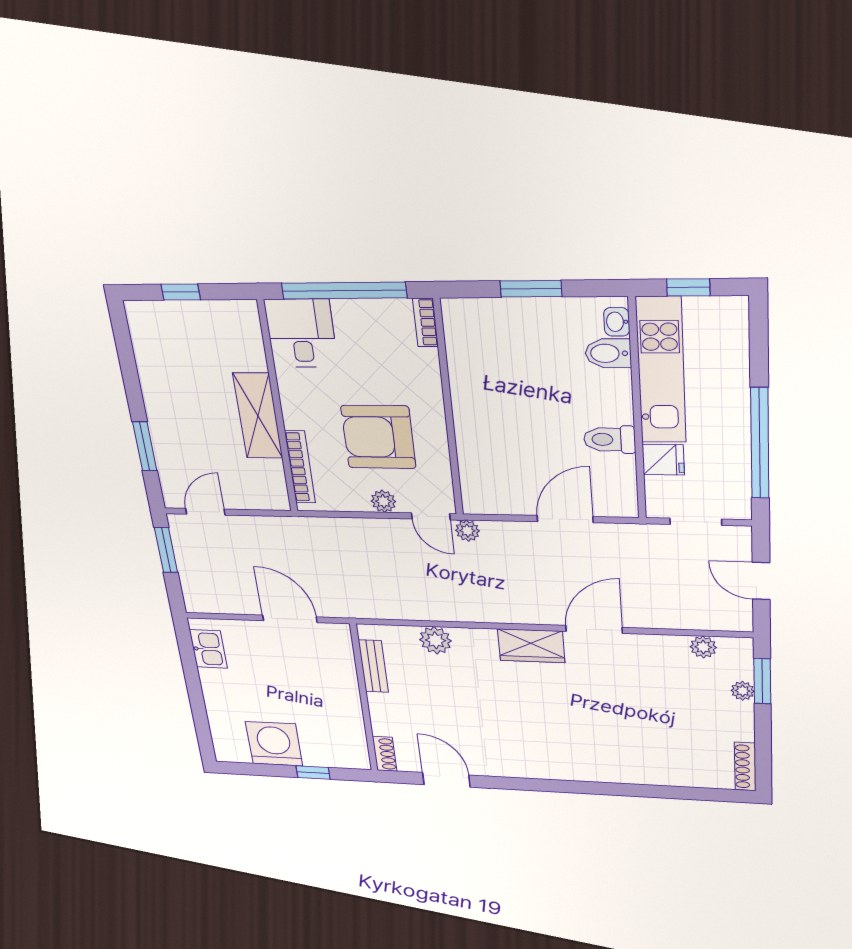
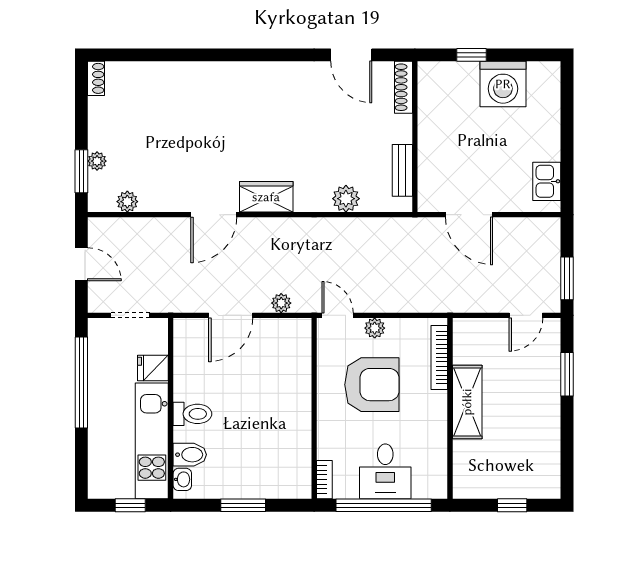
desk: (301, 333) -> (385, 471), moved
toilet: (610, 439) -> (192, 414), moved
plant: (467, 531) -> (281, 303), moved
shoe rack: (385, 754) -> (403, 87), width x1.43
shoe rack: (745, 767) -> (96, 78), width x0.70

